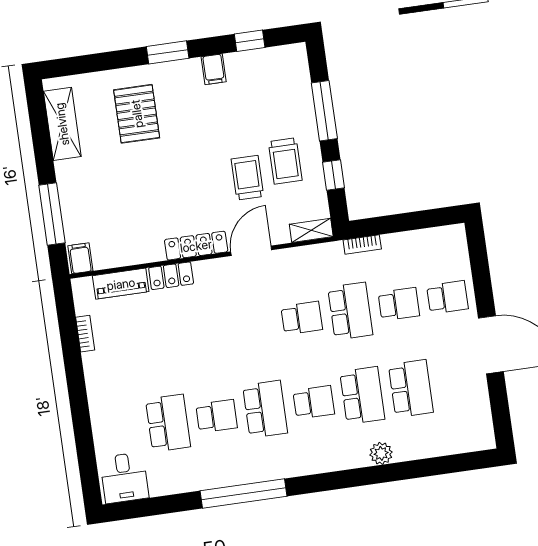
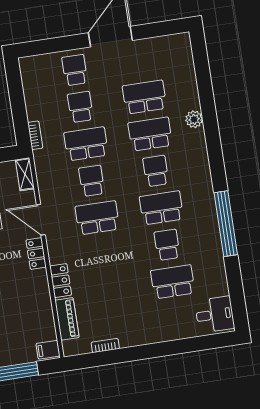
locker: (196, 246) -> (36, 253), width x0.66
school desk: (253, 325) -> (97, 218), added

